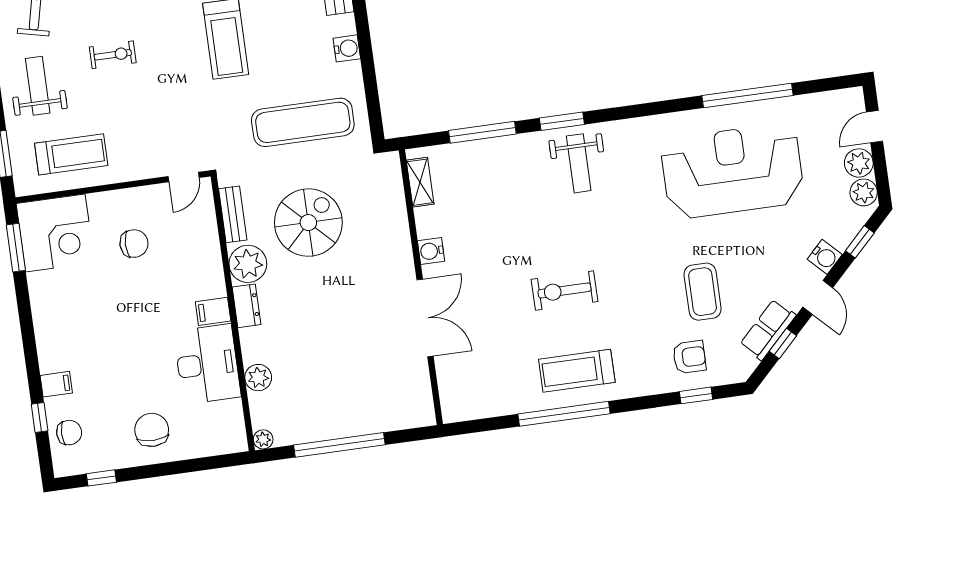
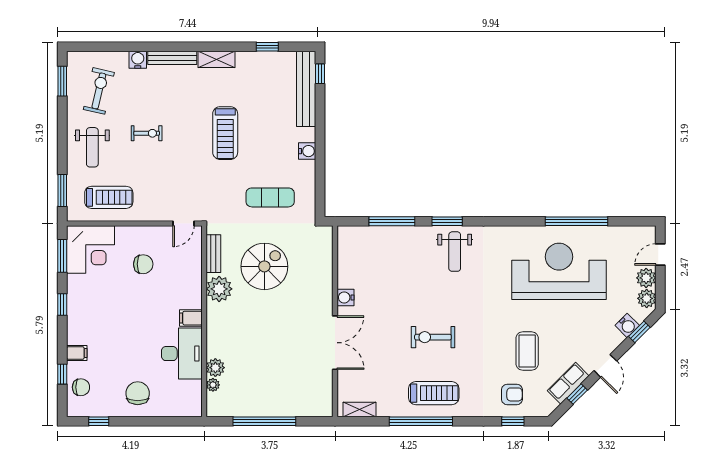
weight bench: (38, 86) -> (92, 147), turned 180
exercise mat: (303, 122) -> (270, 197), width x0.73, depth x0.69
shelving: (420, 182) -> (360, 410), moved, turned 90
water cooler: (825, 257) -> (627, 325), moved
dresser: (247, 306) -> (214, 317), removed
window: (26, 317) -> (62, 304), added
treadmill: (577, 371) -> (434, 393), turned 180
plant: (263, 439) -> (213, 385), moved

